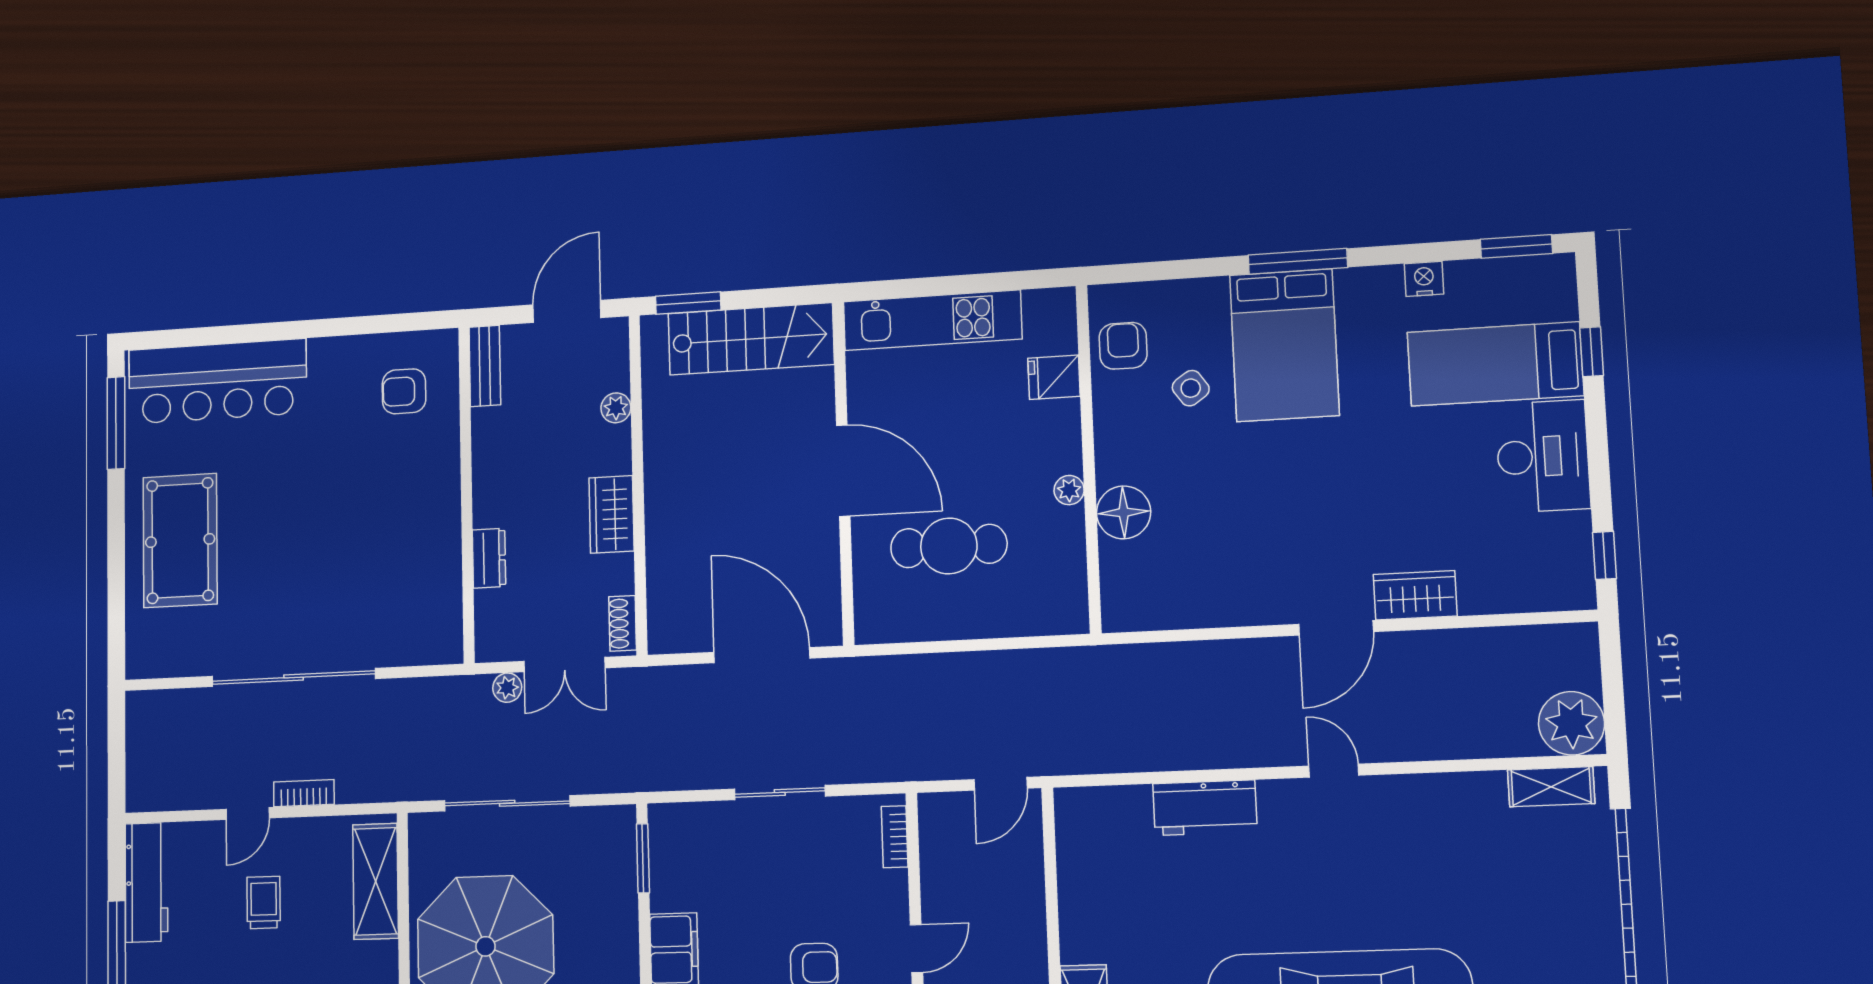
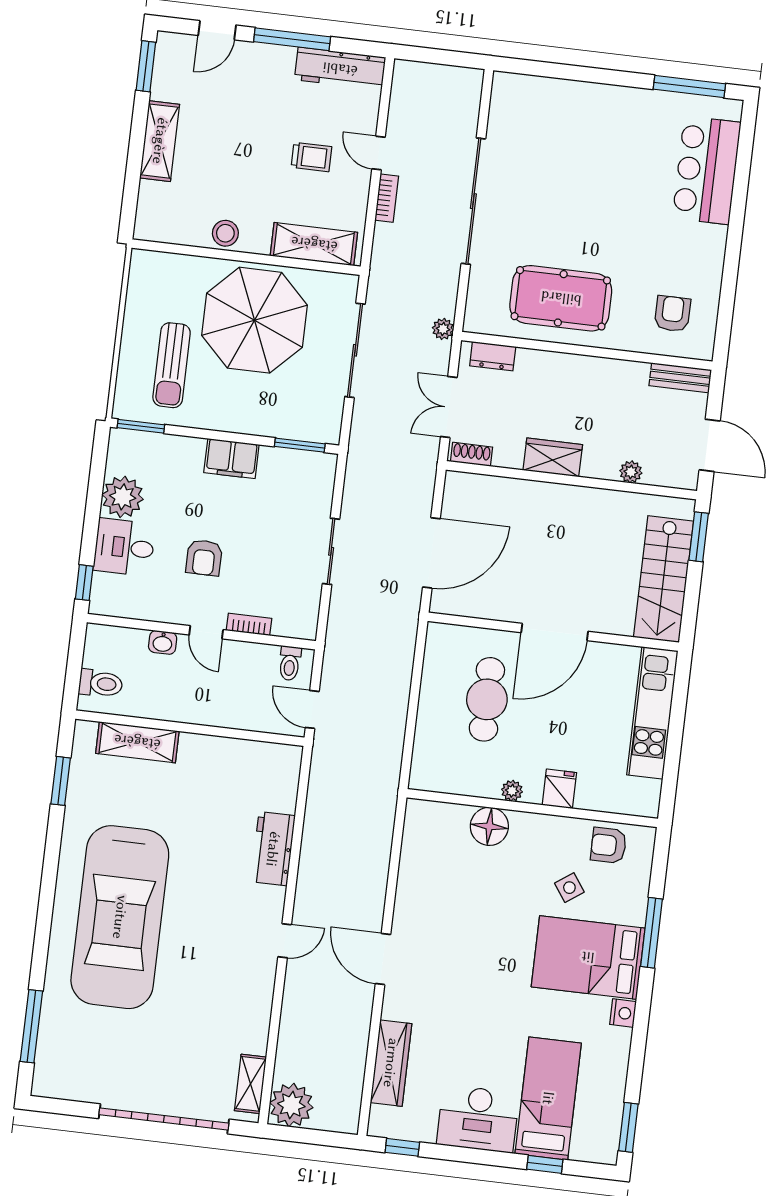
window: (1298, 261) -> (651, 933), moved
nightstand: (1424, 279) -> (623, 1013), moved
armchair: (1123, 346) -> (609, 845), turned 180
fridge: (1054, 377) -> (559, 789), moved
bar counter: (217, 381) -> (707, 170), width x0.73
pool table: (180, 541) -> (561, 298), moved
dresser: (489, 558) -> (493, 356), moved
wardrobe: (1415, 595) -> (391, 1063), moved, width x1.50
plant: (507, 688) -> (443, 329), moved
toilet: (941, 825) -> (290, 663), added
bookcase: (895, 837) -> (249, 624), moved

